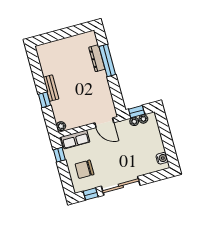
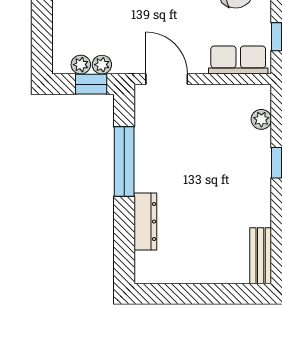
window: (107, 61) -> (124, 162), moved
bench: (51, 88) -> (261, 256), moved
plant: (61, 126) -> (261, 119), moved

